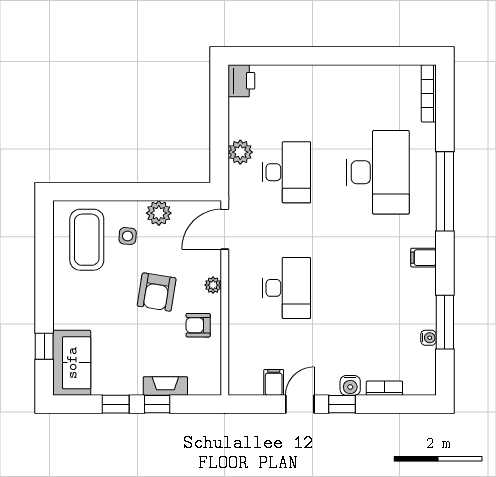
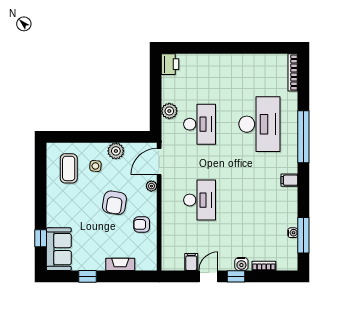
coffee table: (87, 240) -> (69, 168), width x0.73, depth x0.76
plant: (213, 285) -> (151, 186), moved
window: (445, 322) -> (303, 235), moved
window: (157, 404) -> (115, 276), removed

